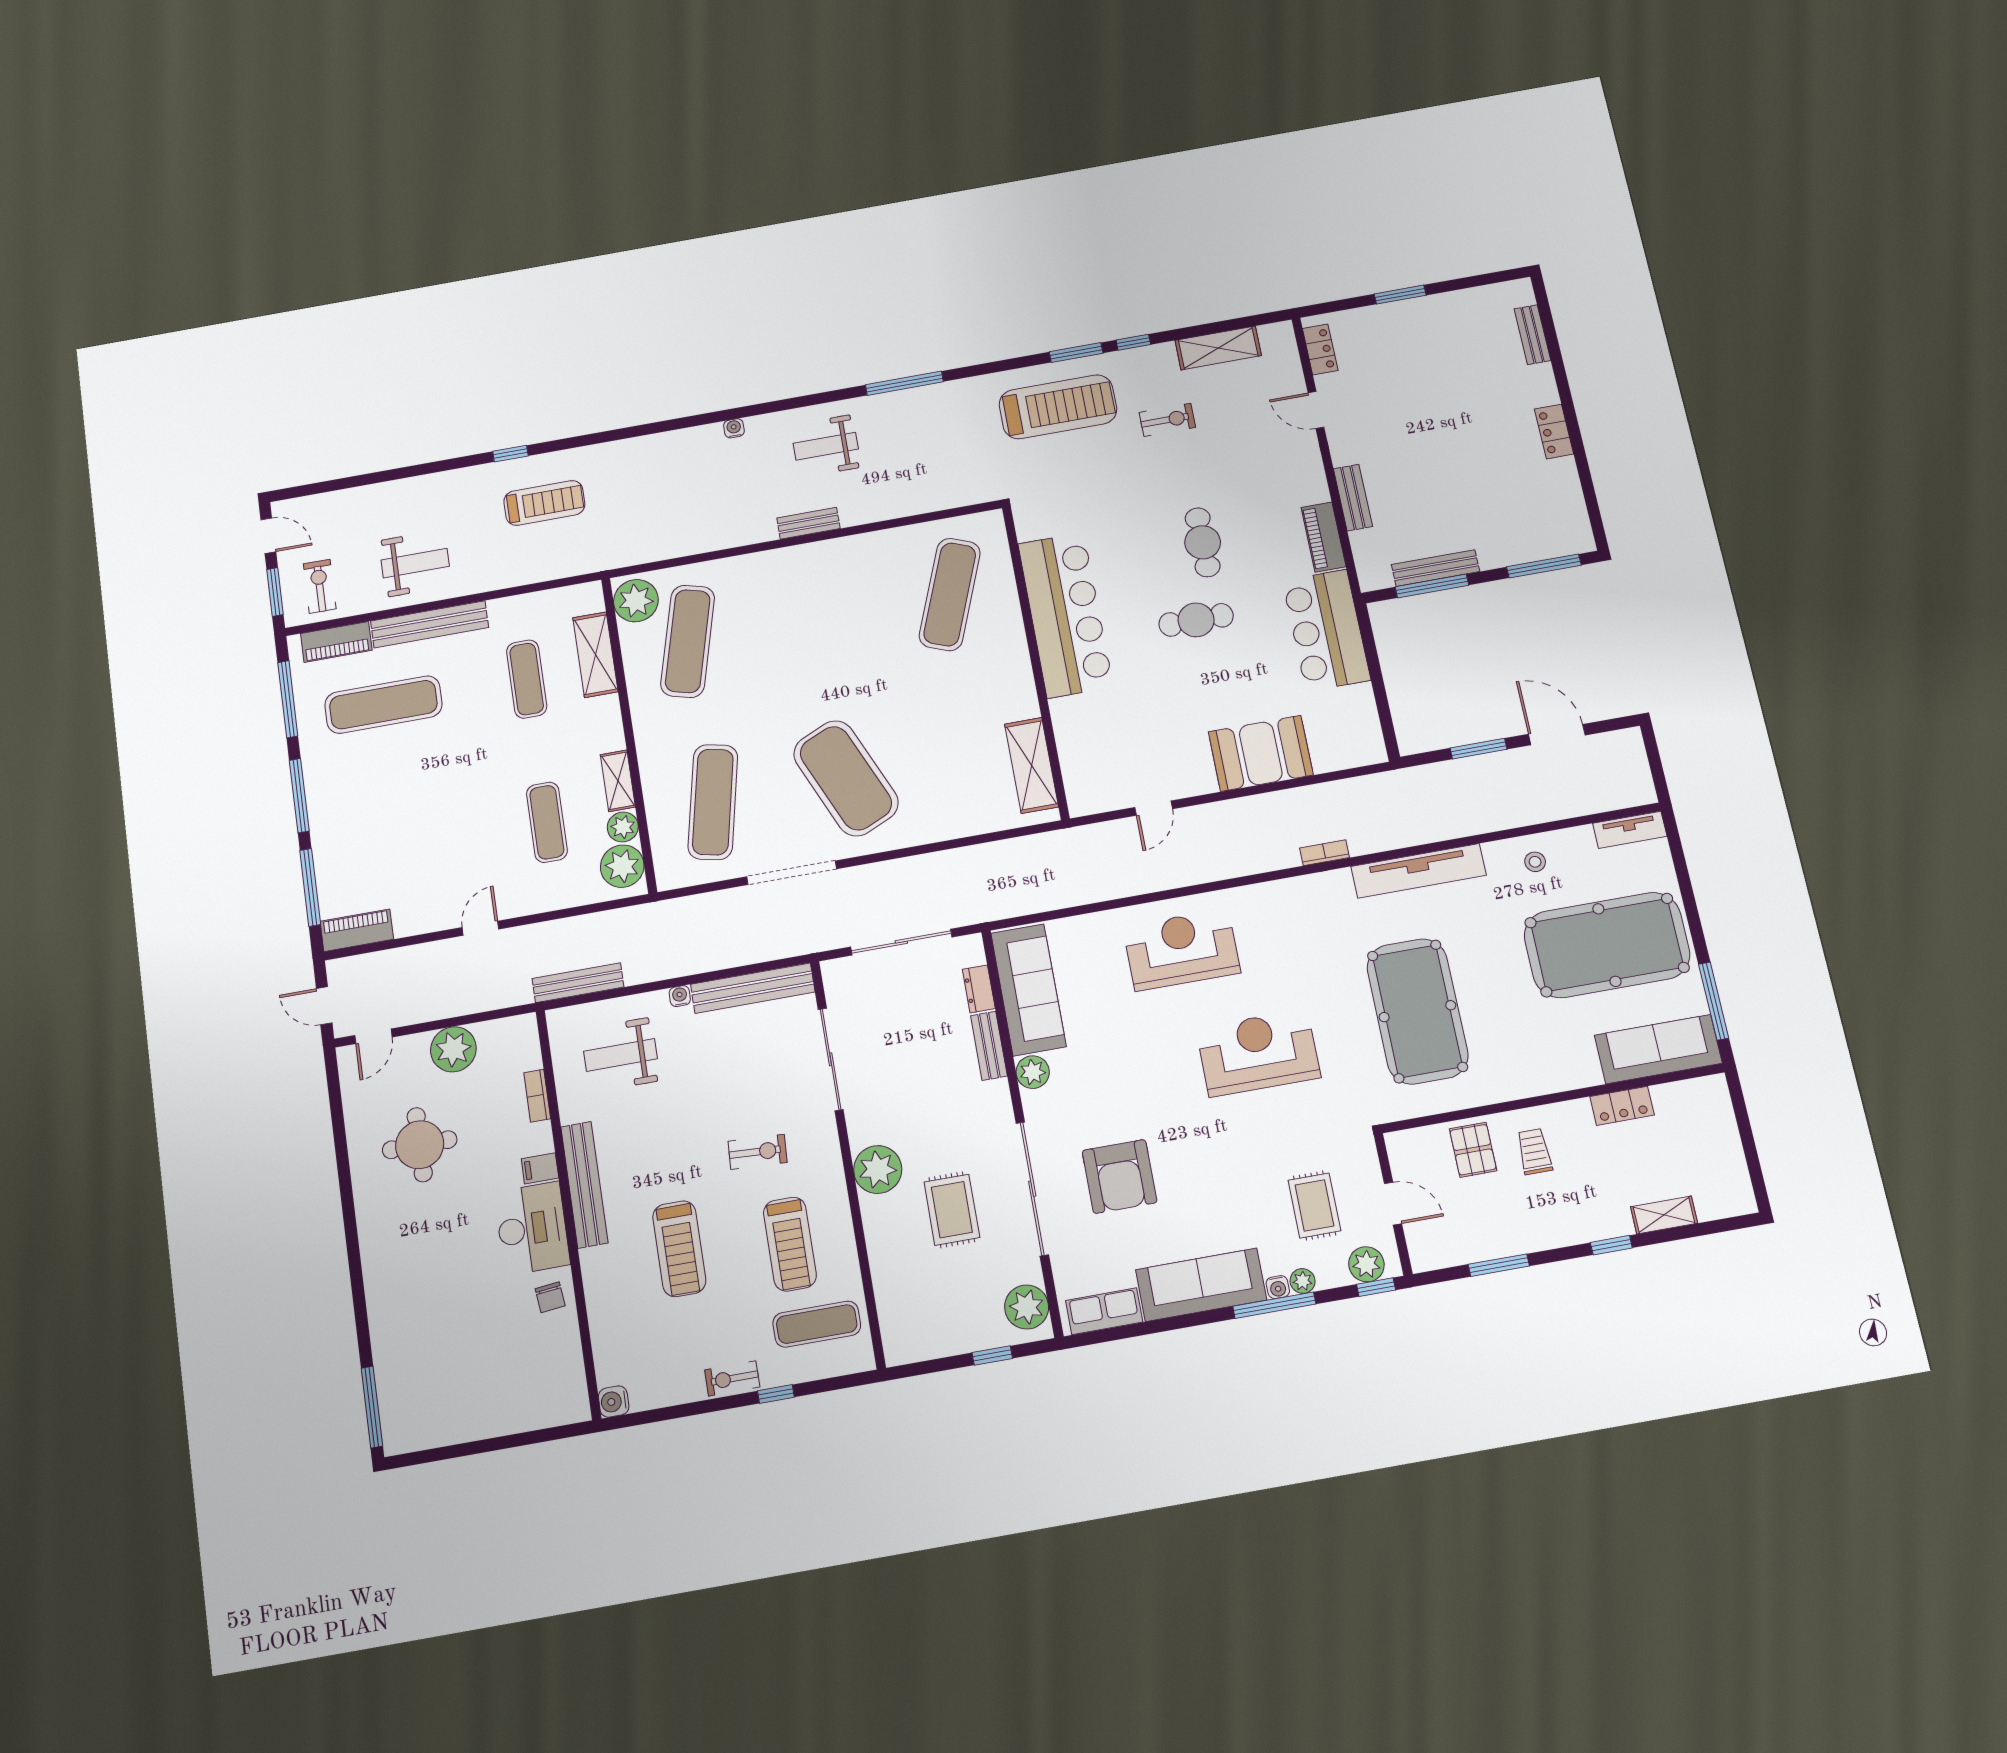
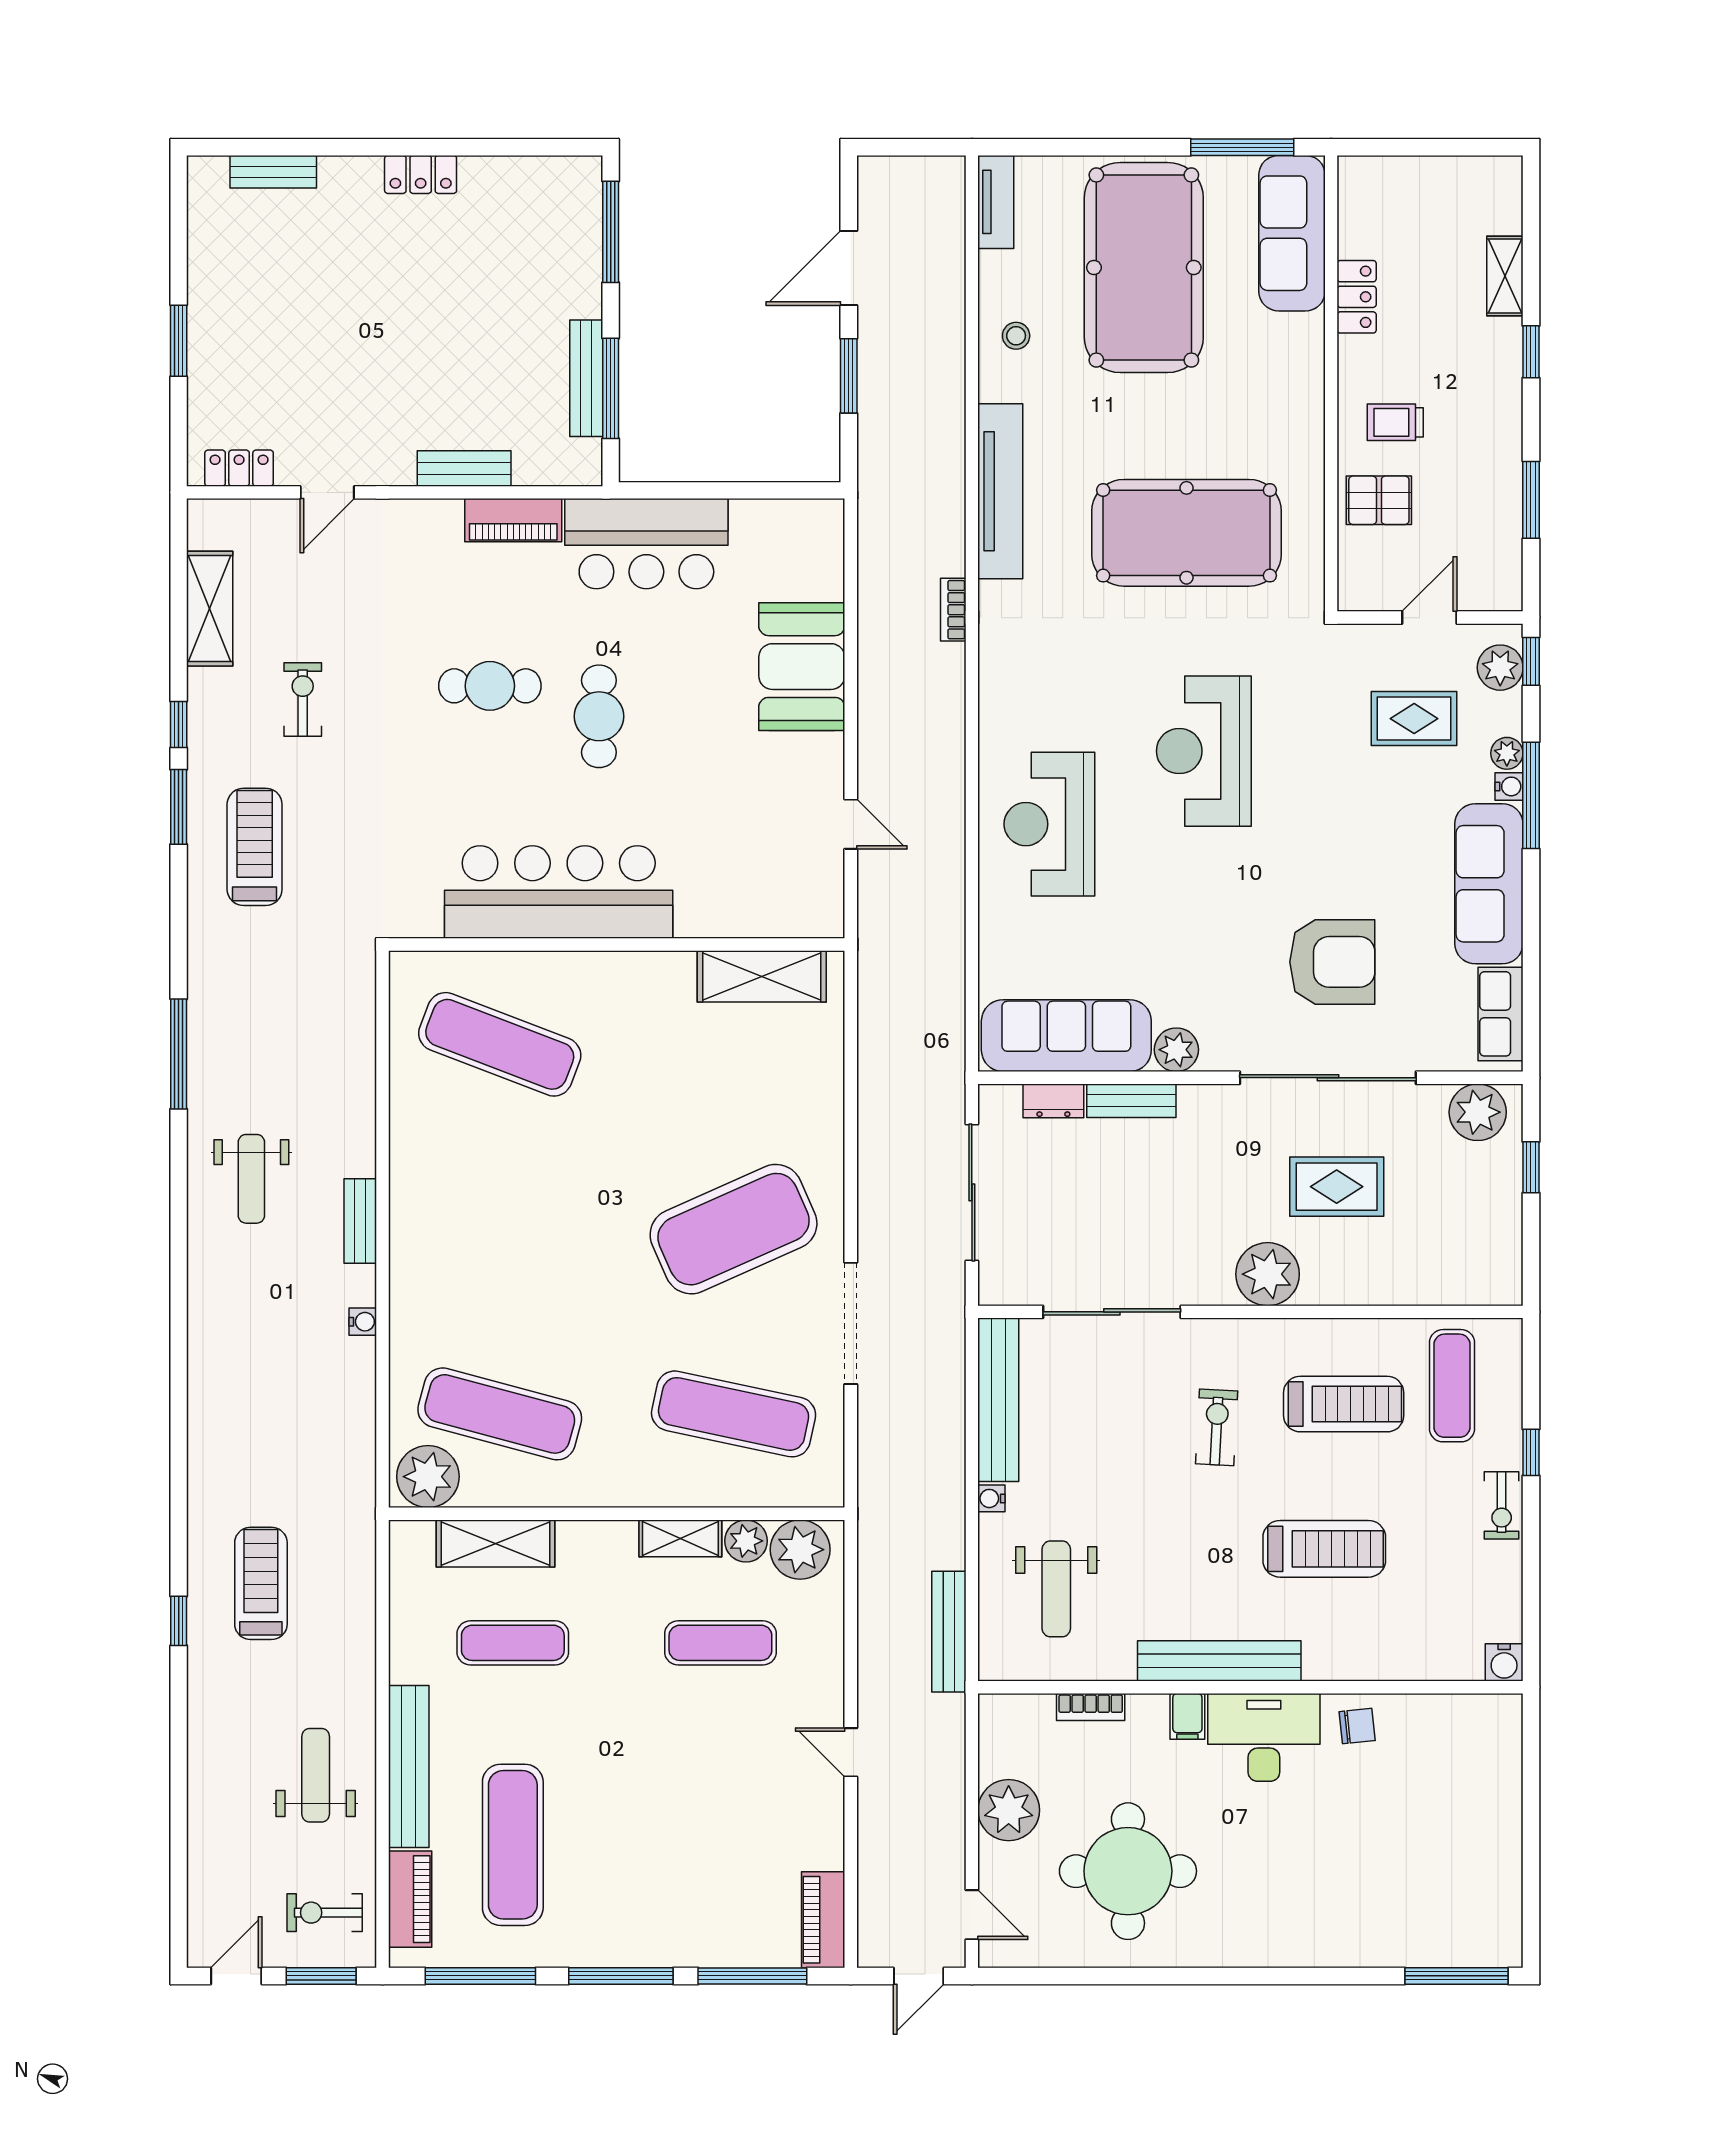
treadmill: (1058, 407) -> (255, 847), width x0.73, depth x0.73
water cooler: (734, 428) -> (363, 1322), moved, turned 180
round table: (420, 1145) -> (1128, 1871), width x1.36, depth x1.36

